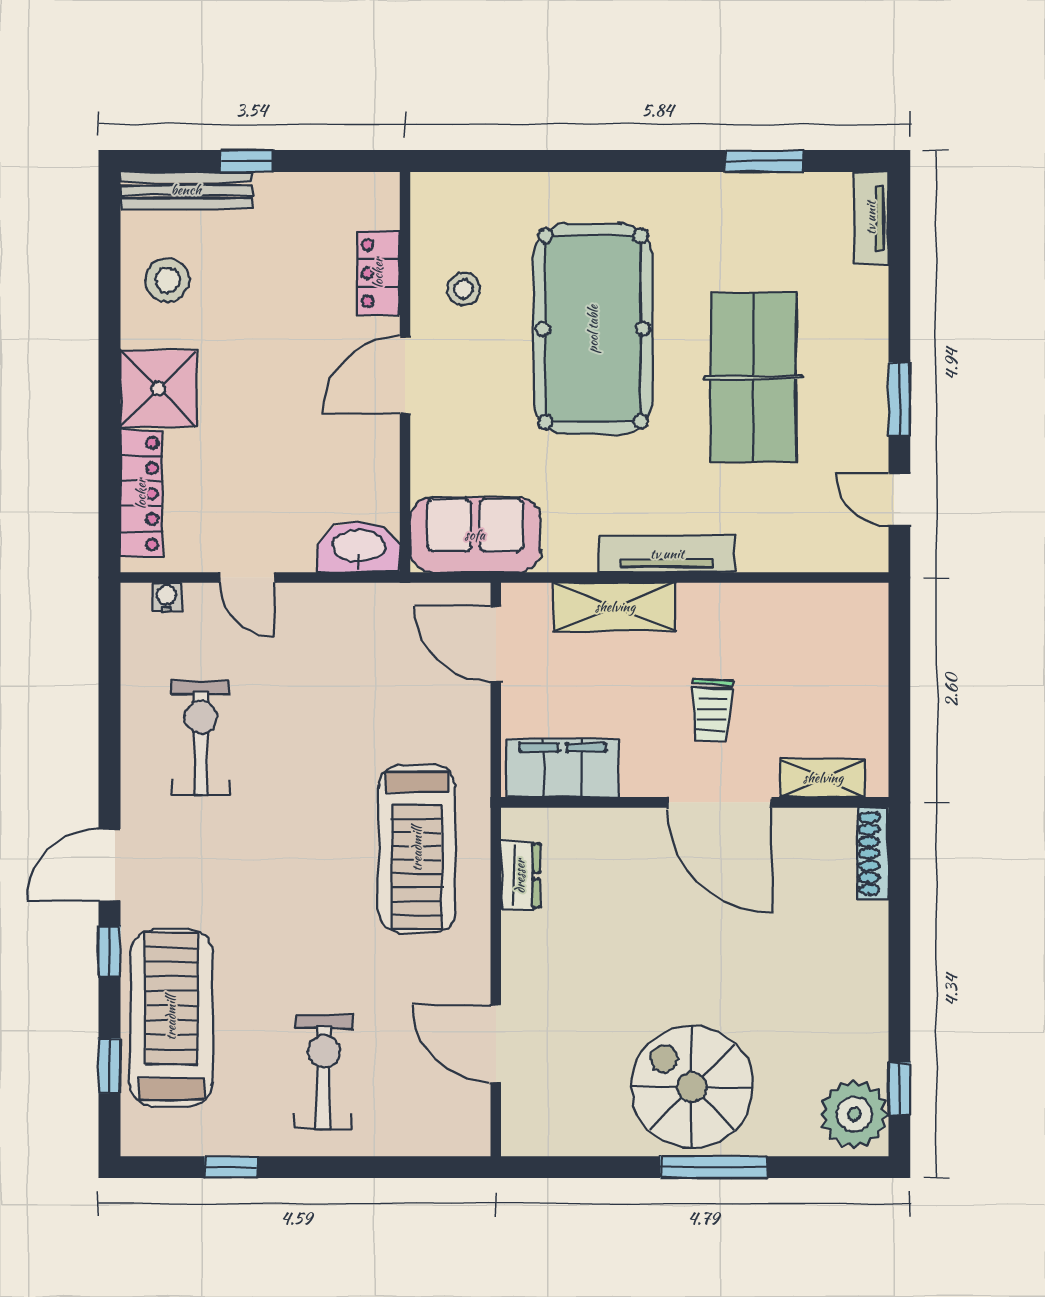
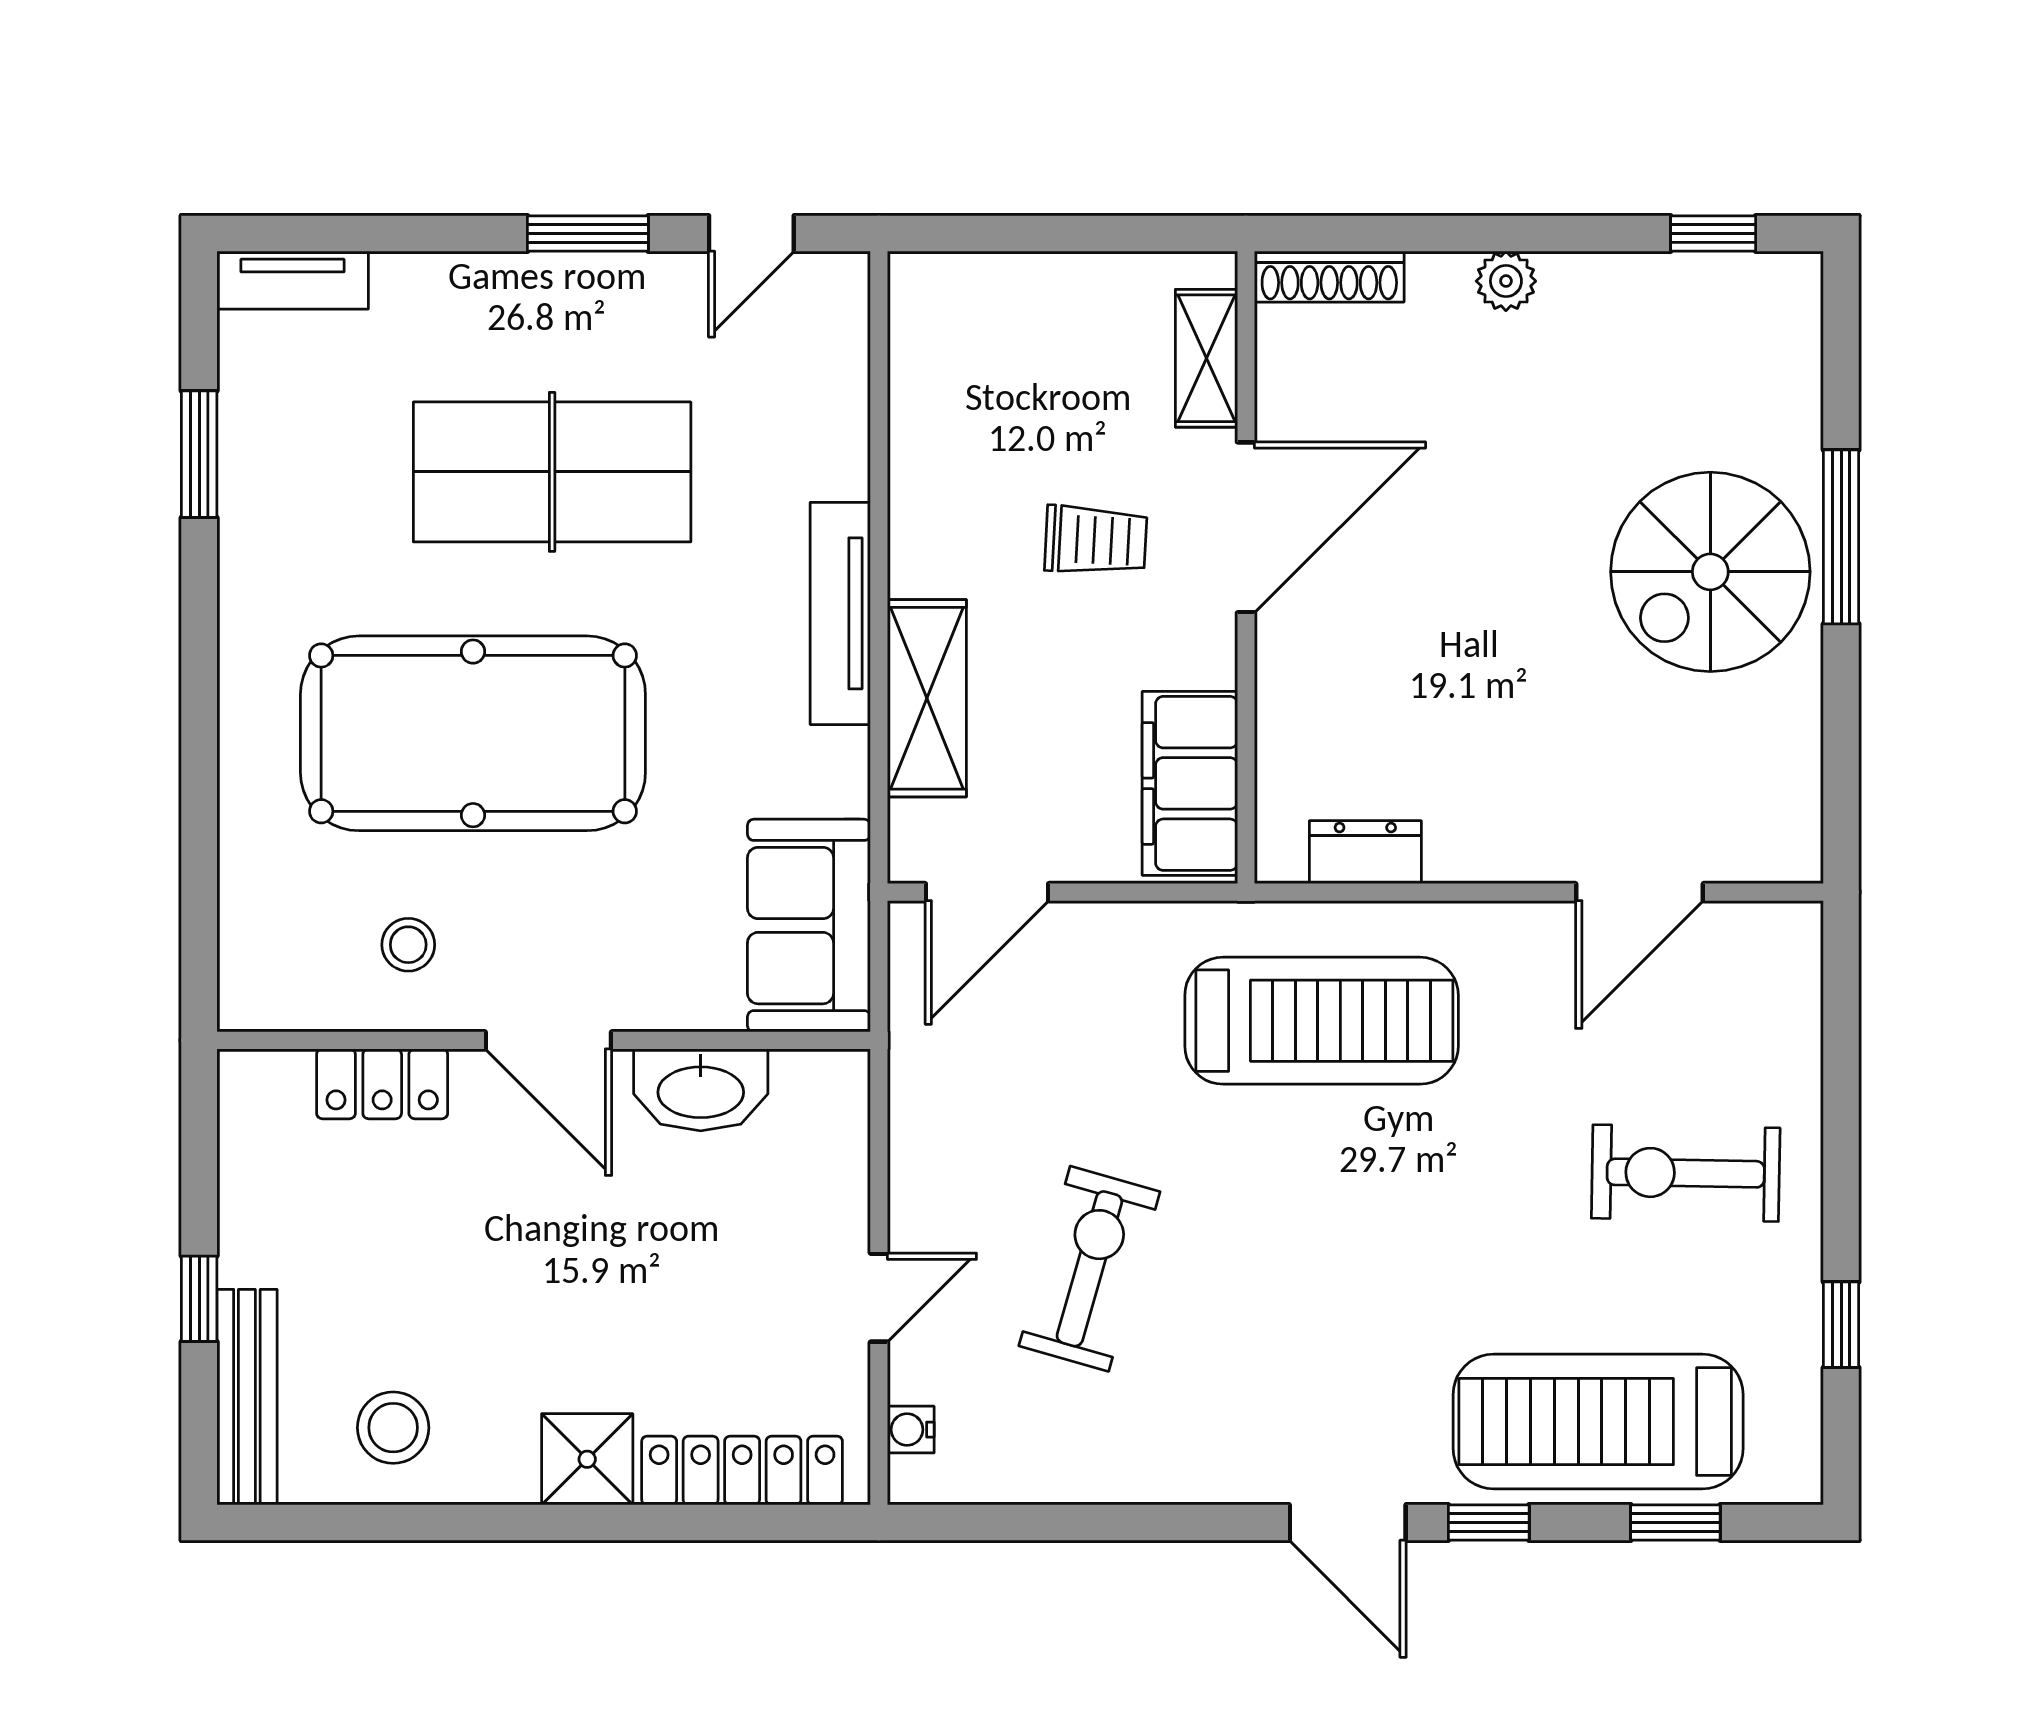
shower: (158, 389) -> (587, 1459), width x0.73, depth x0.73
washbasin: (359, 547) -> (701, 1090), moved, turned -90
exercise bike: (201, 738) -> (1089, 1269), moved, turned 106
plant: (854, 1114) -> (1506, 281), moved, width x0.53, depth x0.53

